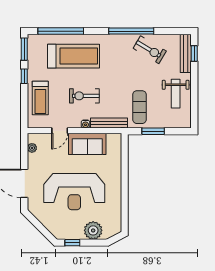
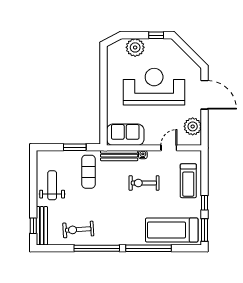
window: (61, 31) -> (148, 248), moved
exercise bike: (150, 50) -> (78, 229), turned -35
treadmill: (74, 56) -> (172, 230), moved
exercise bike: (84, 96) -> (144, 183), turned 180
treadmill: (40, 98) -> (188, 181), turned 180
sofa: (87, 144) -> (125, 135), moved
plant: (32, 148) -> (193, 126), width x1.88, depth x1.88

